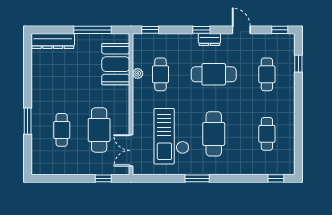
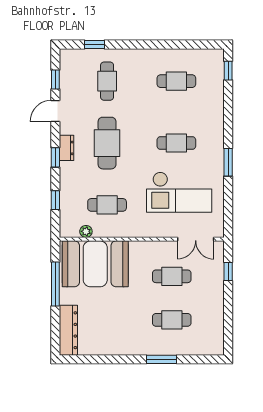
window: (150, 30) -> (55, 200), moved
window: (280, 30) -> (55, 80), moved
booth: (116, 64) -> (95, 264), width x1.36, depth x1.42
plant: (138, 73) -> (86, 231), moved
cafe table: (267, 74) -> (107, 81), turned 90
cafe table: (99, 130) -> (172, 276), width x0.73, depth x0.74
cafe table: (214, 134) -> (176, 143), width x0.73, depth x0.74

